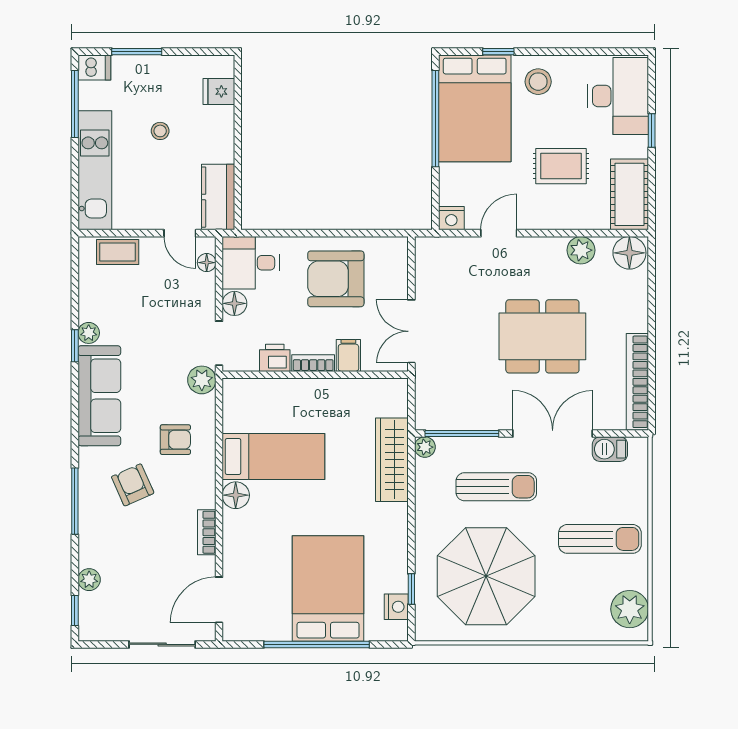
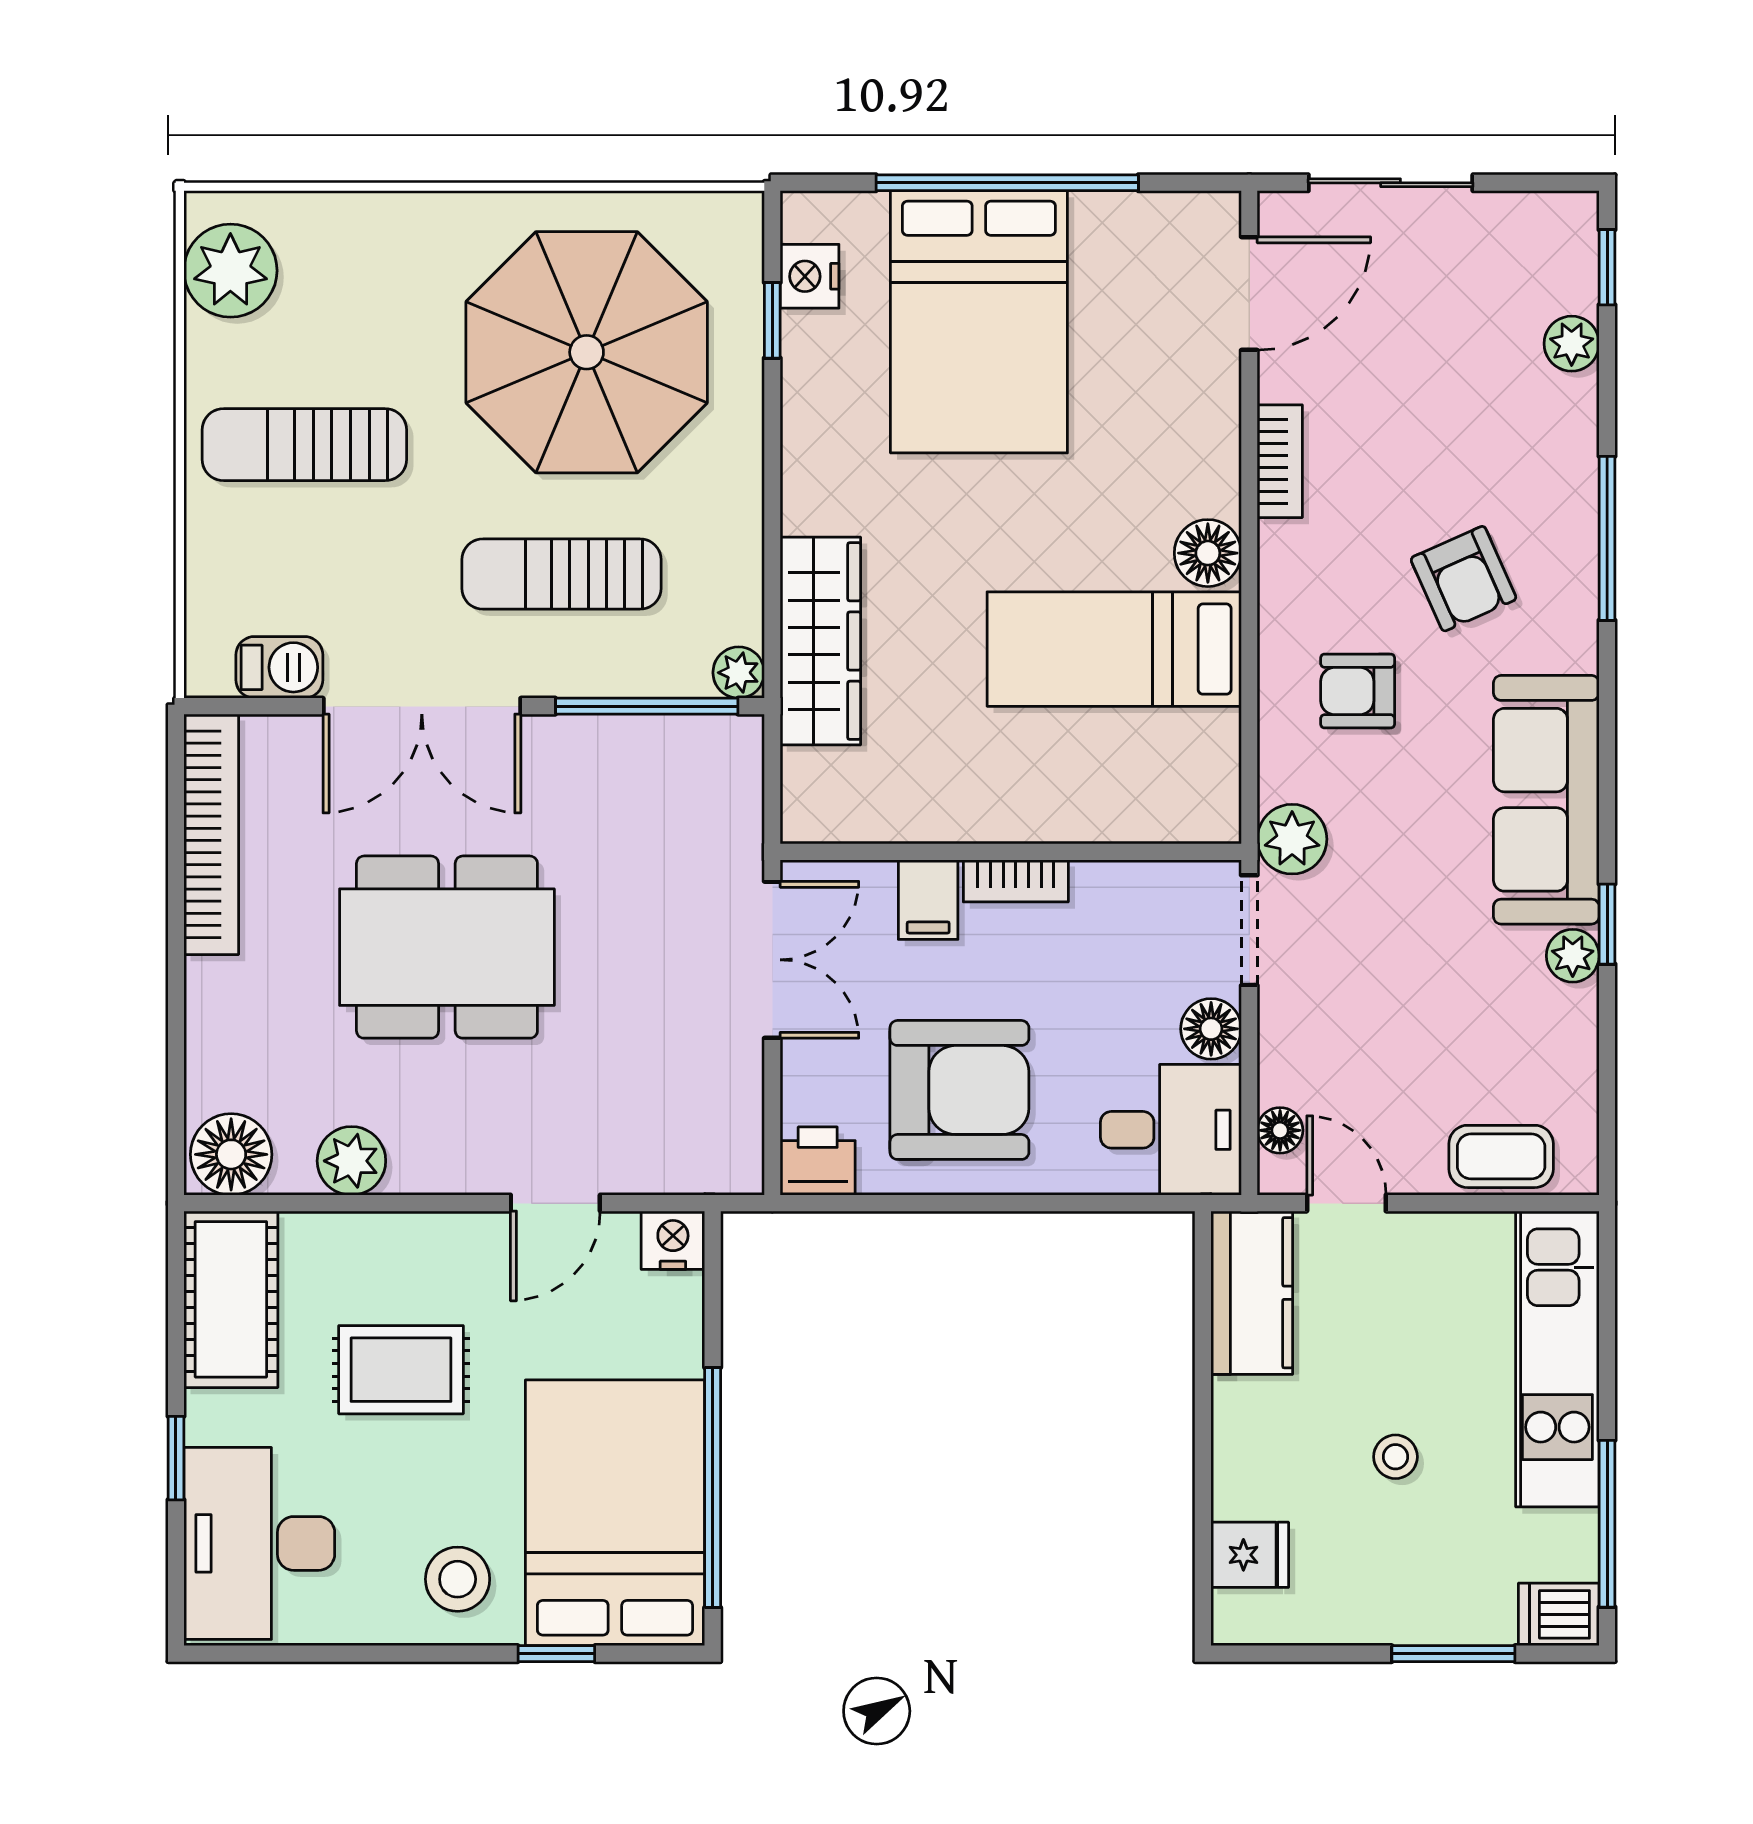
printer: (275, 358) -> (818, 1161), moved, turned 180

